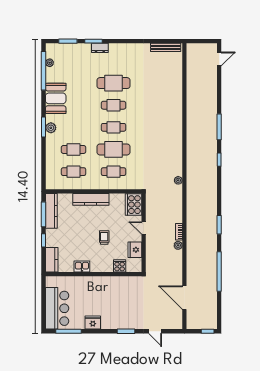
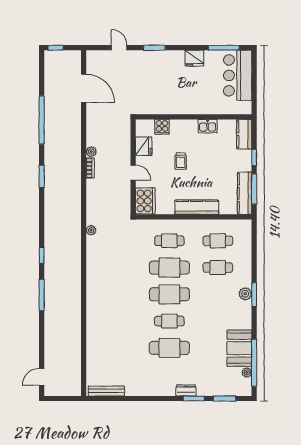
booth: (56, 98) -> (239, 348), moved
cafe table: (113, 127) -> (169, 294), width x1.37, depth x1.35

